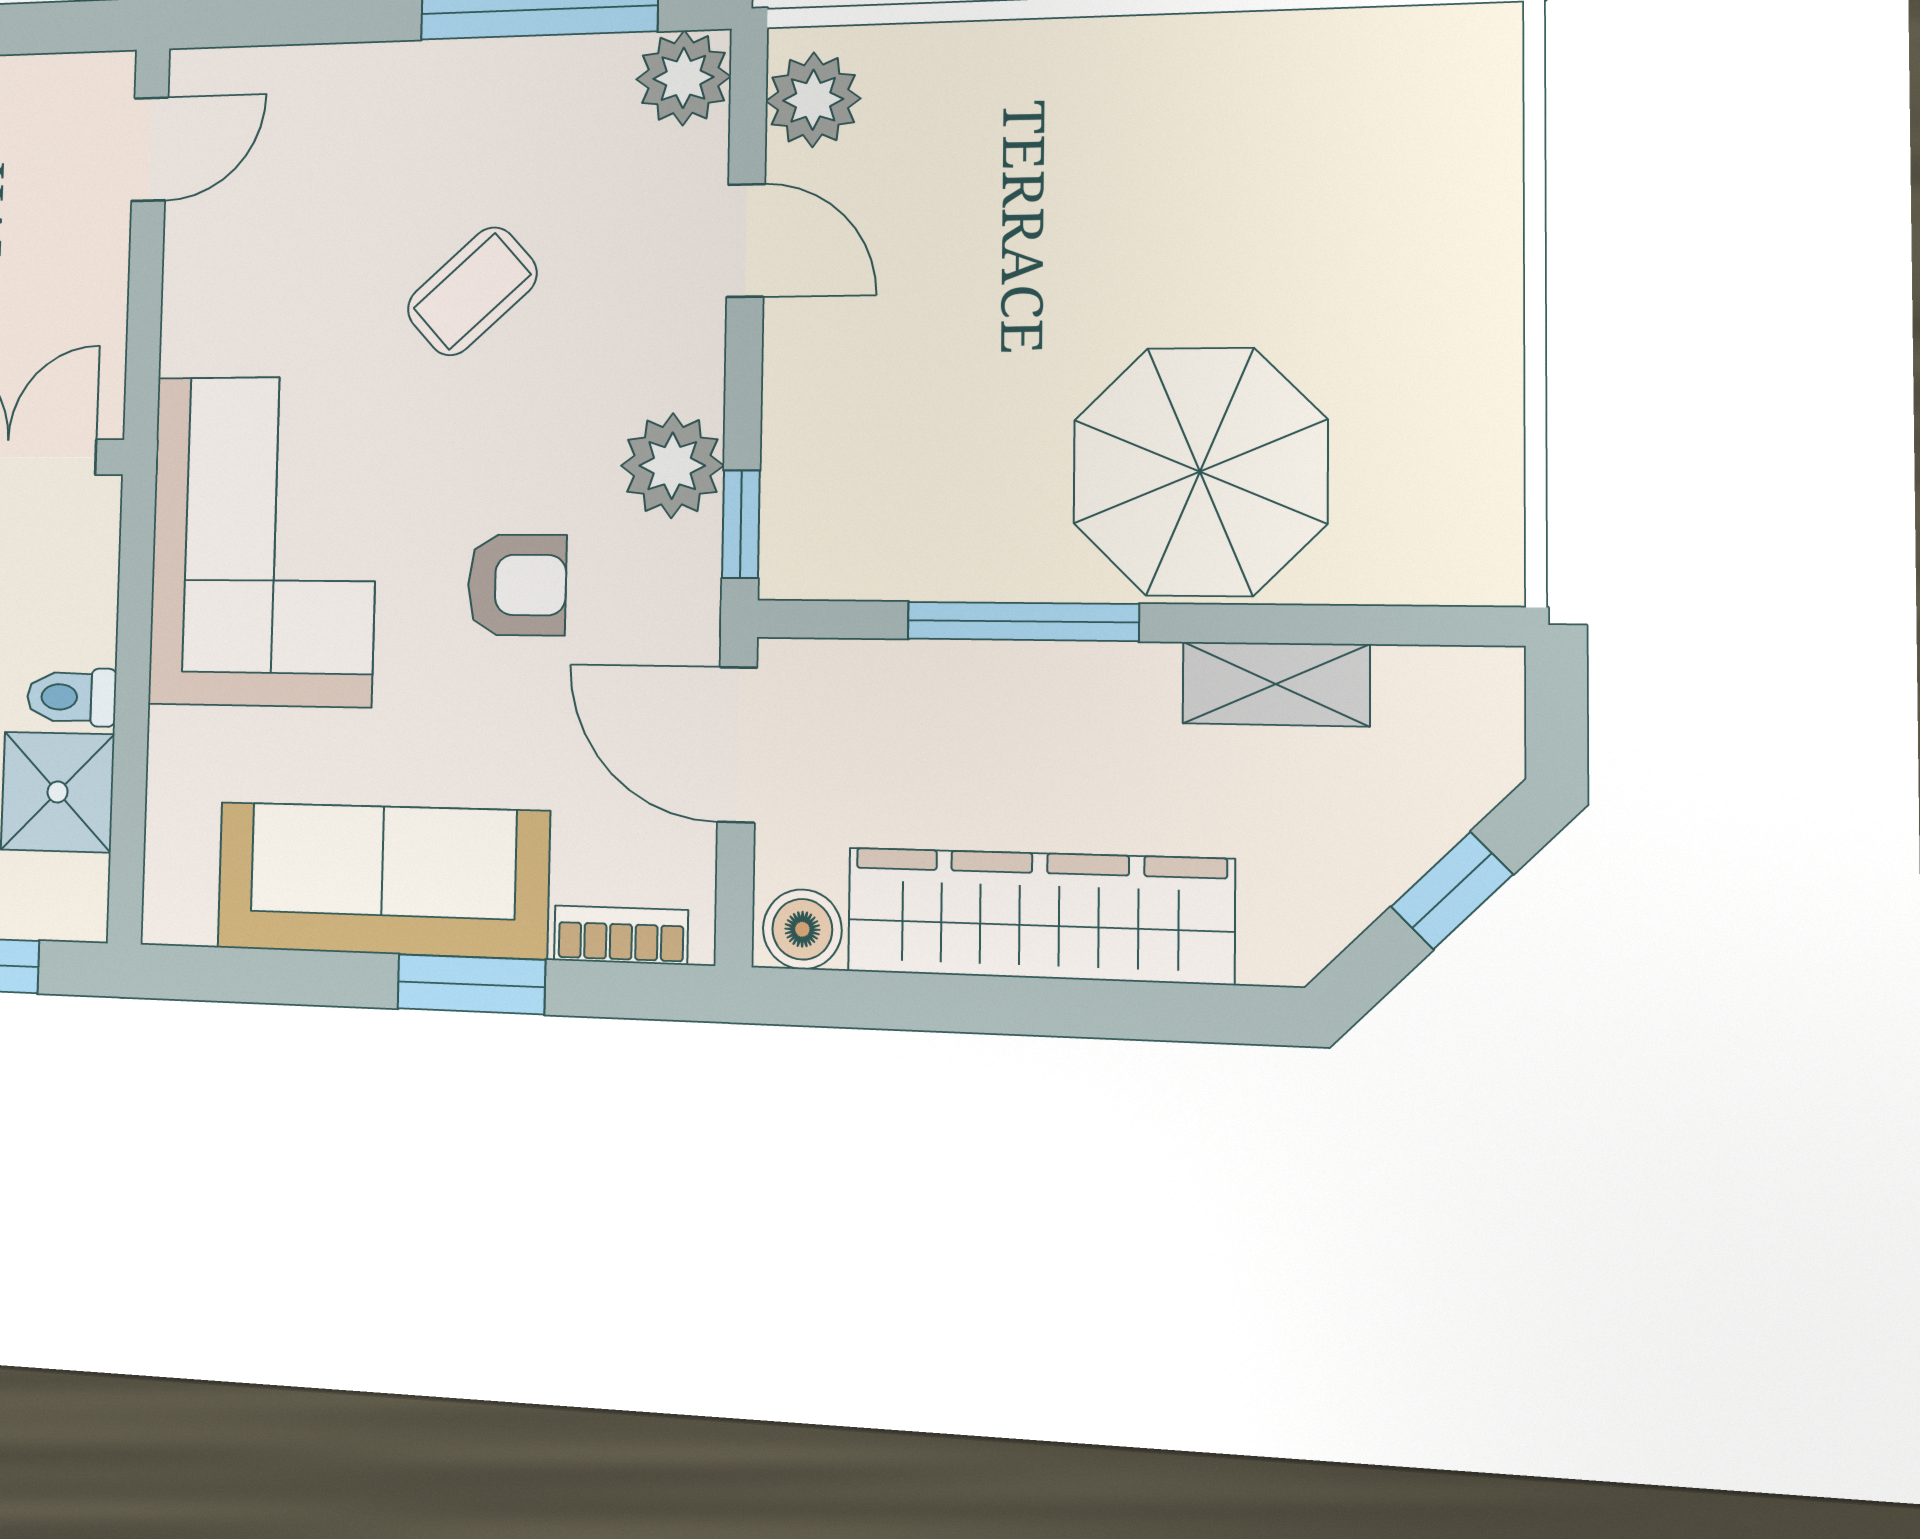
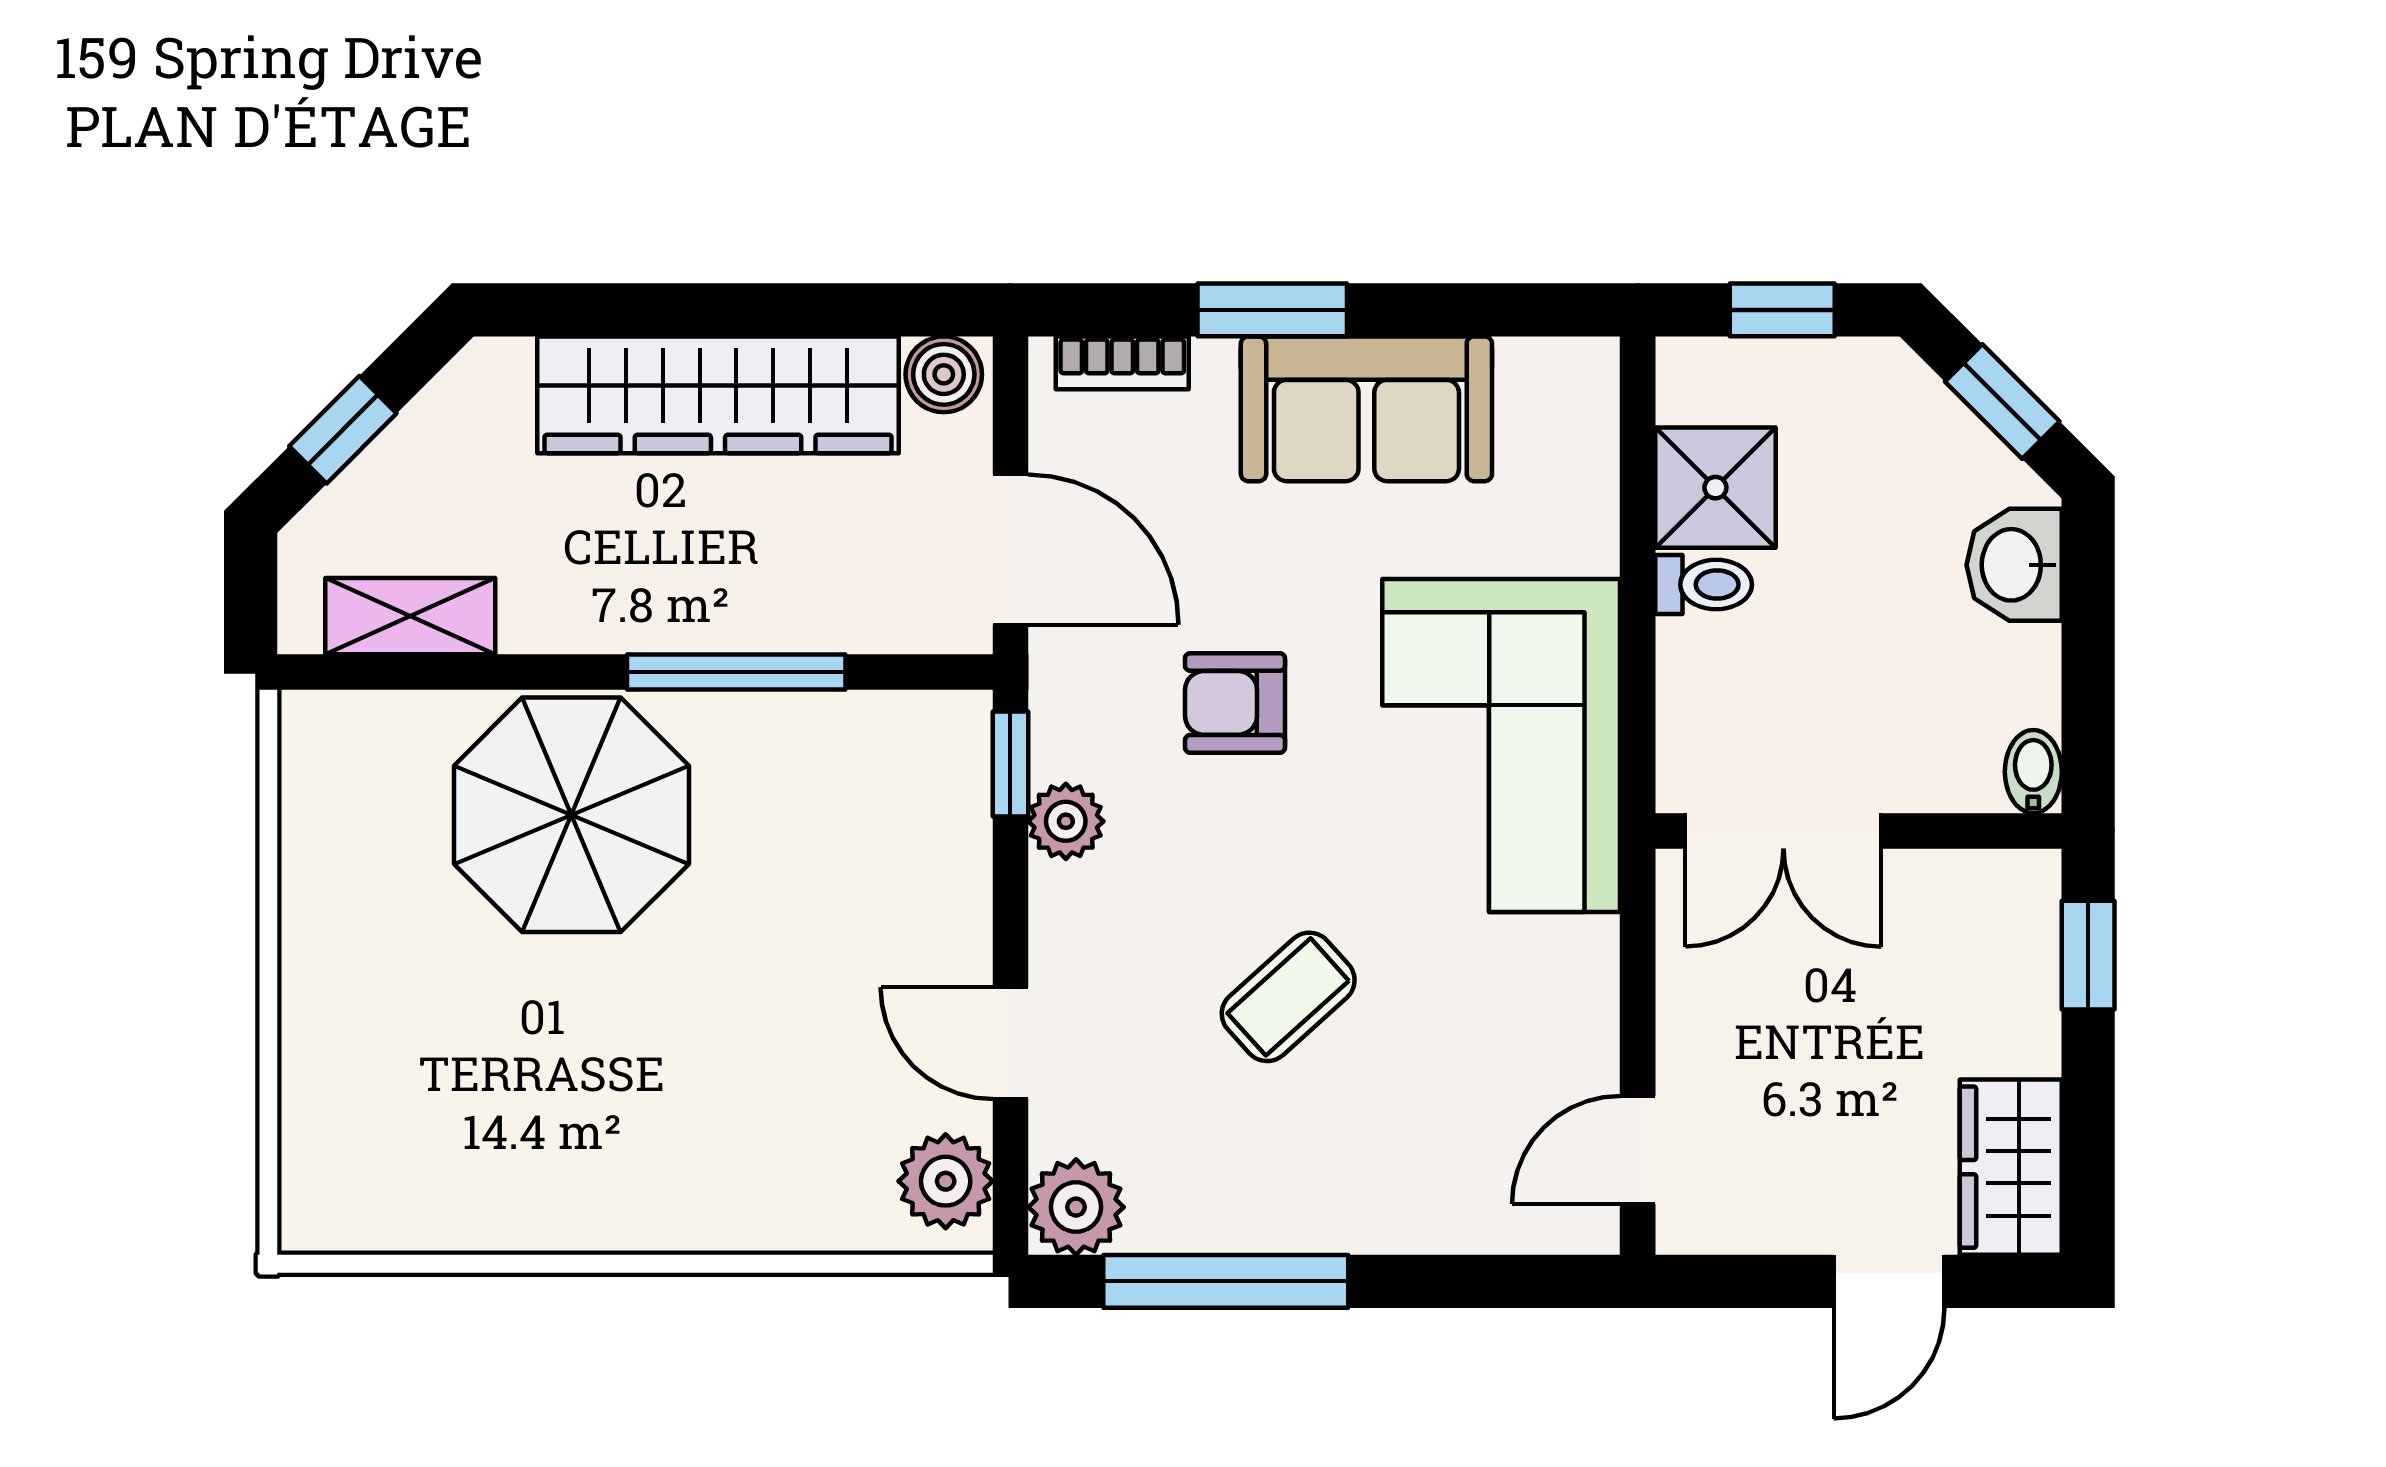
plant: (672, 466) -> (1066, 821), width x0.73, depth x0.73
shelving: (1276, 684) -> (410, 616), moved
sofa: (382, 880) -> (1366, 409), width x0.73

